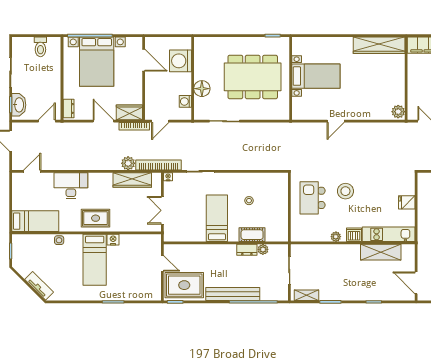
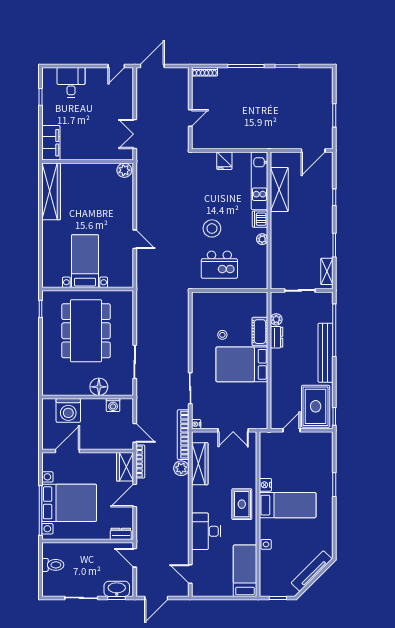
bed: (217, 218) -> (242, 364), width x1.50
tv unit: (39, 286) -> (312, 571), width x1.41

